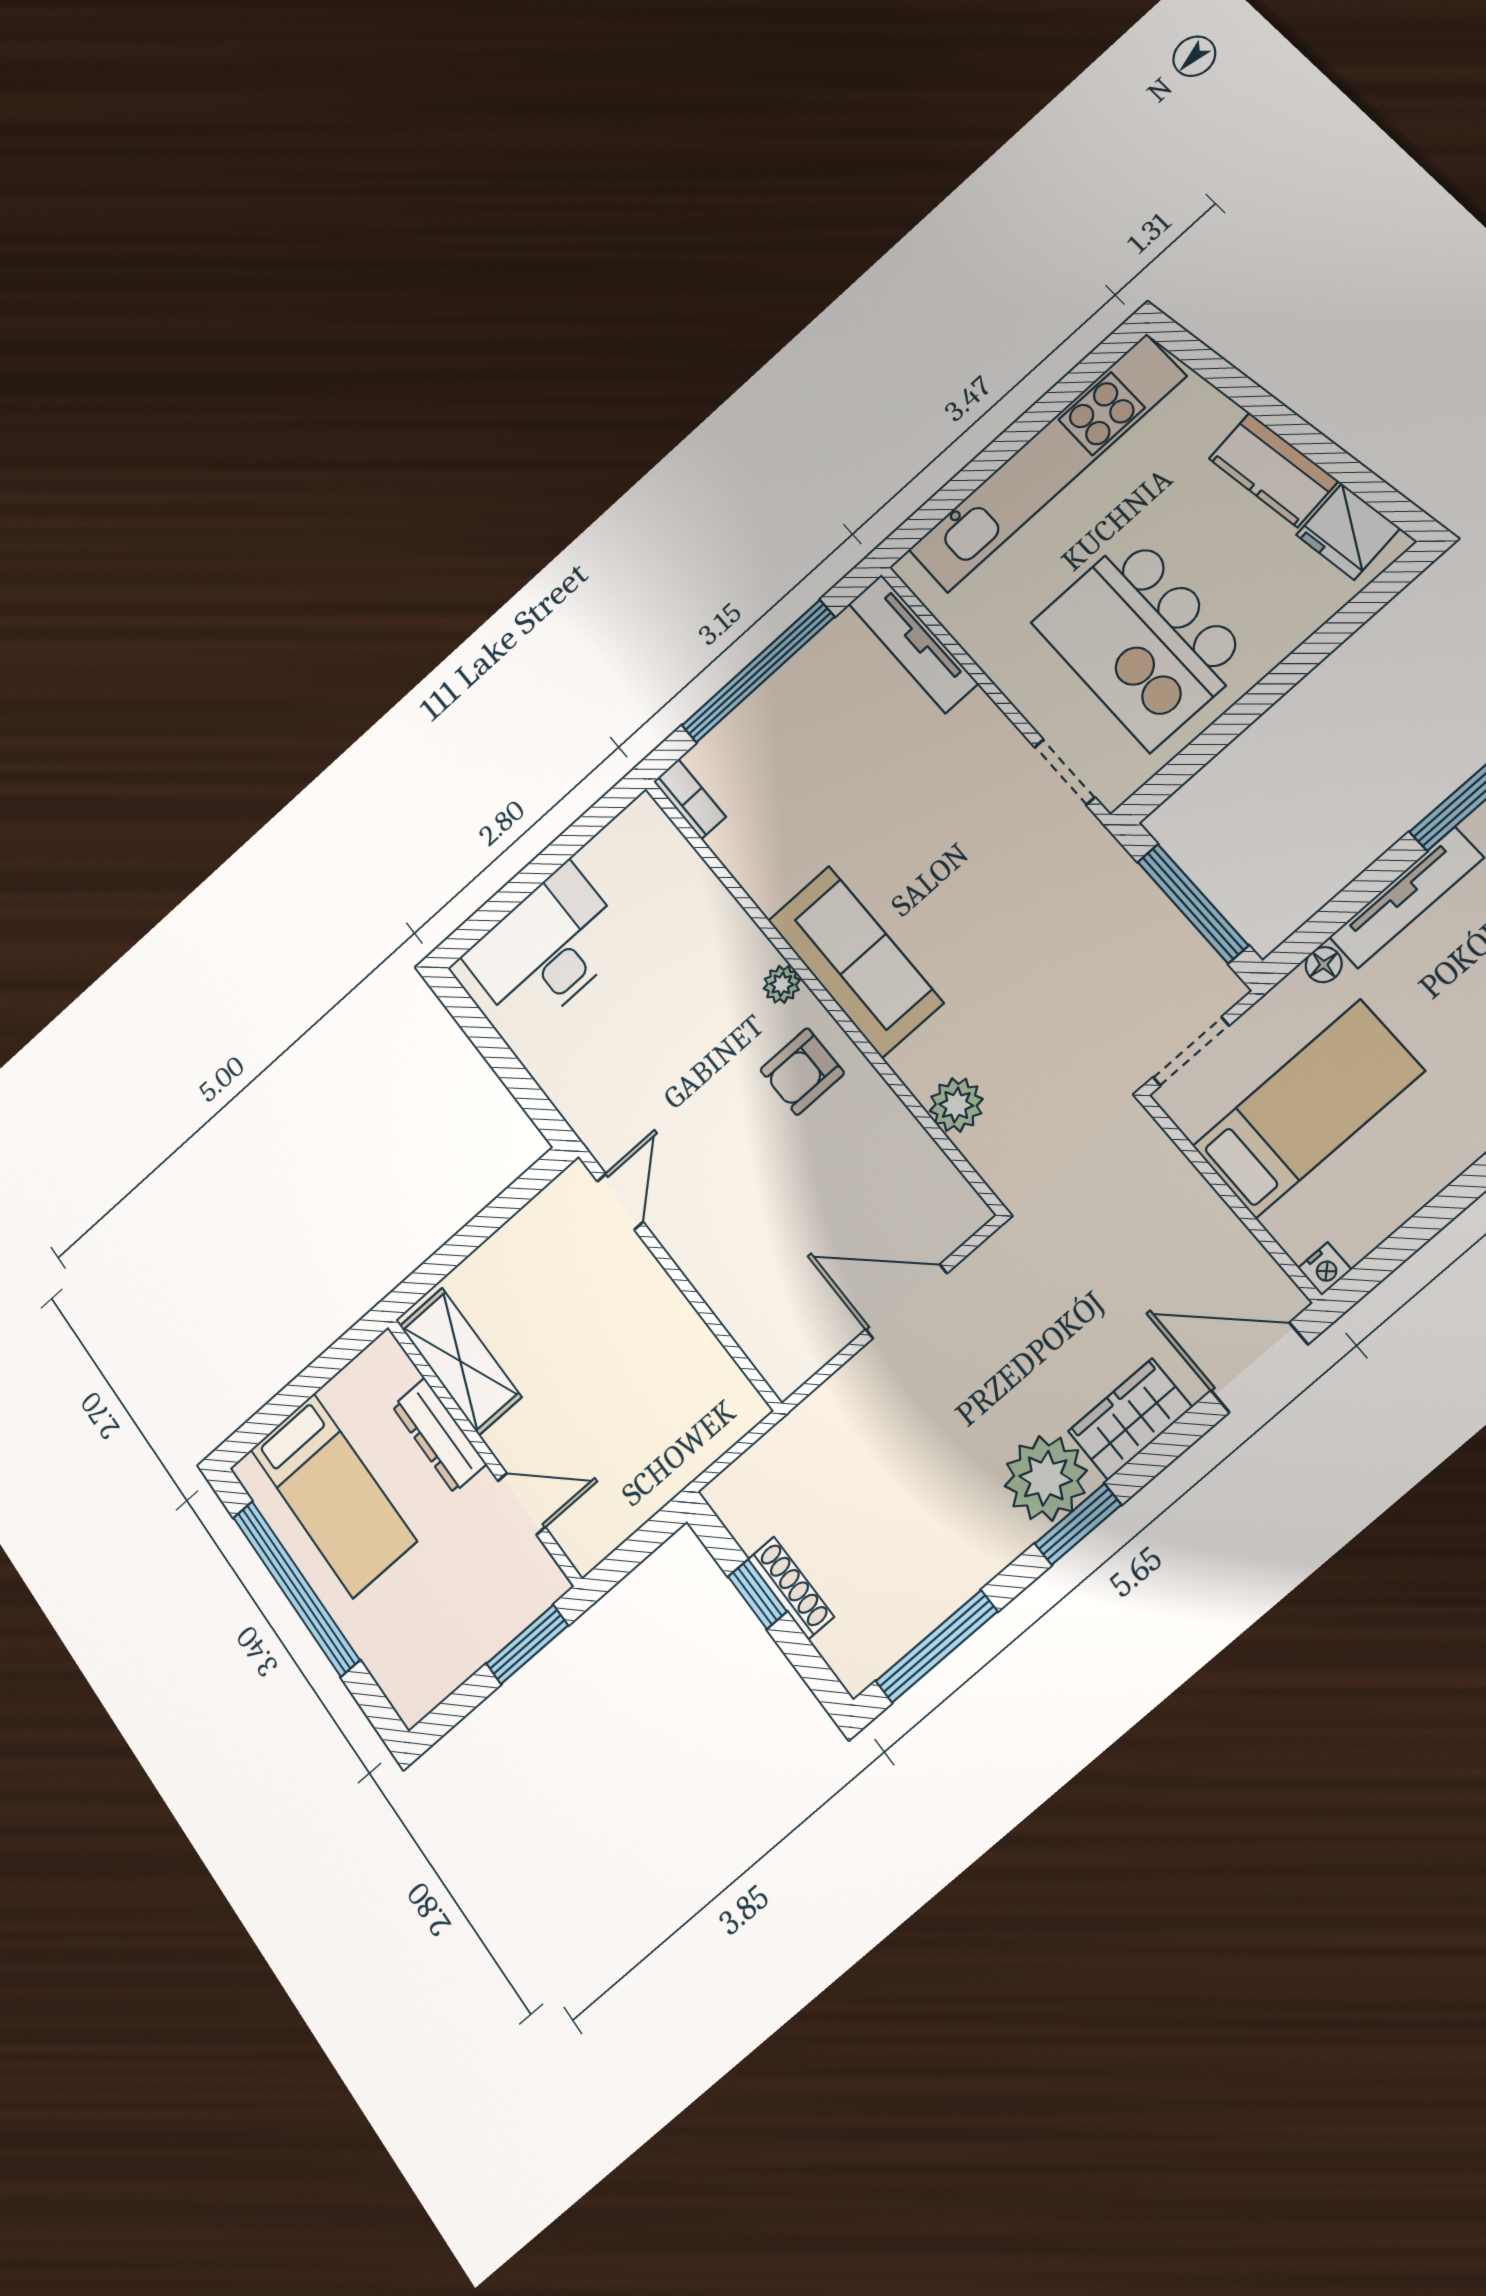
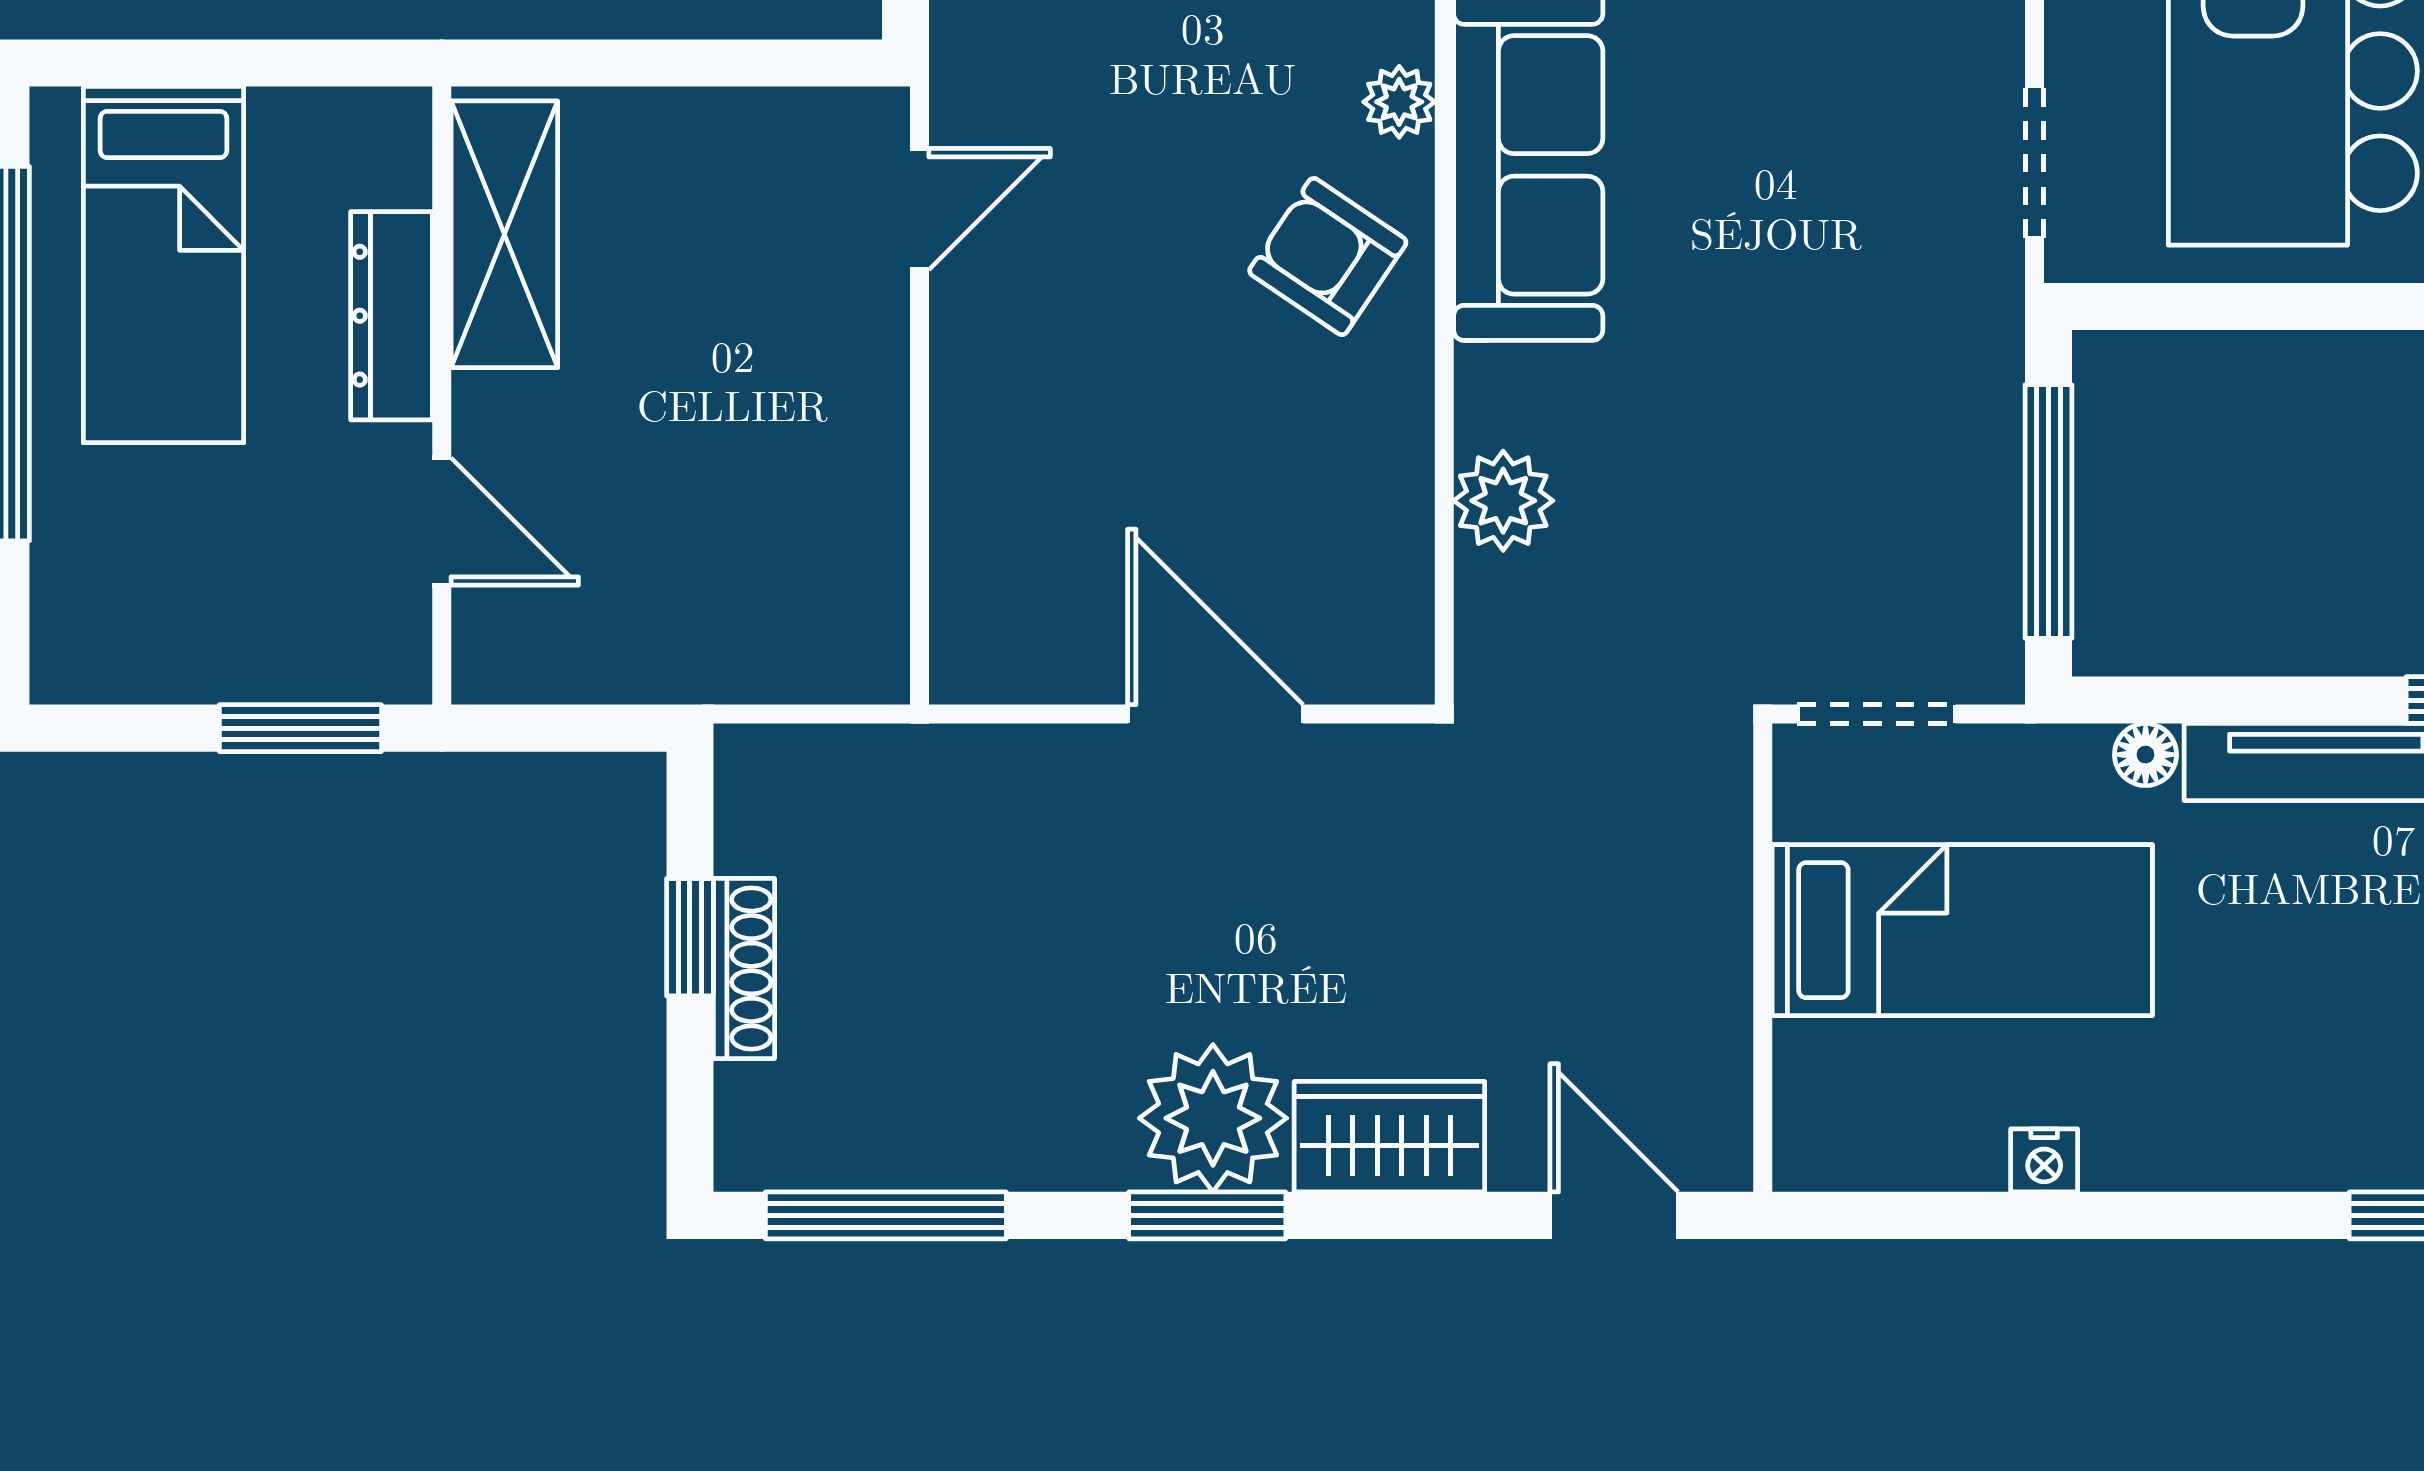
armchair: (802, 1072) -> (1328, 257), turned 34
nightstand: (1325, 1269) -> (2044, 1160), moved
door: (1259, 1368) -> (1614, 1215), width x0.73

